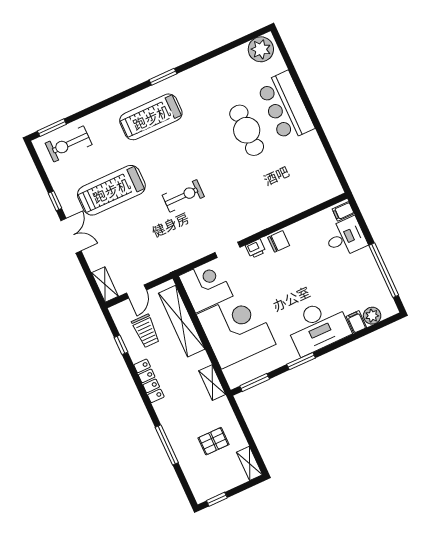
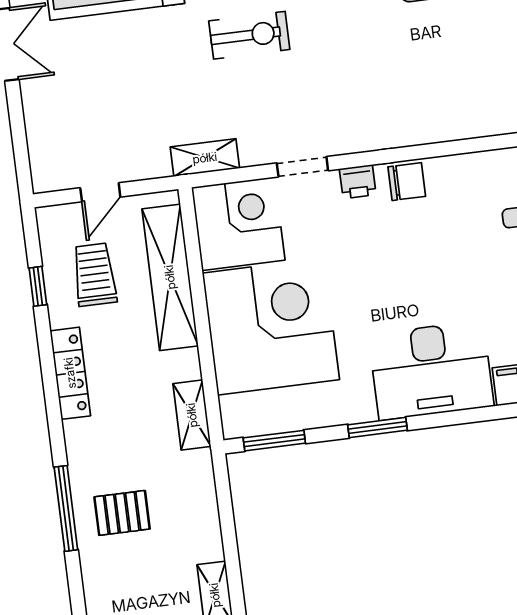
shelving: (105, 285) -> (205, 158), moved, turned 90
trolley: (146, 331) -> (95, 275), turned 180
pallet: (214, 441) -> (122, 513), moved

